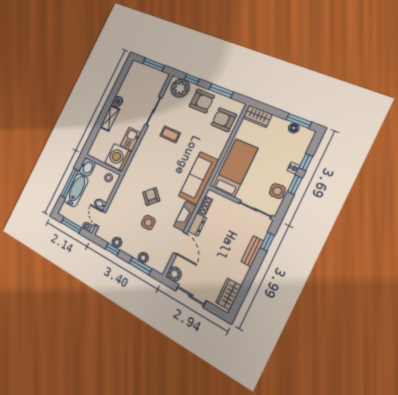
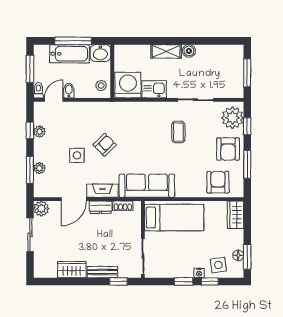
side table: (277, 191) -> (218, 265), moved
wardrobe: (229, 294) -> (72, 270), moved

